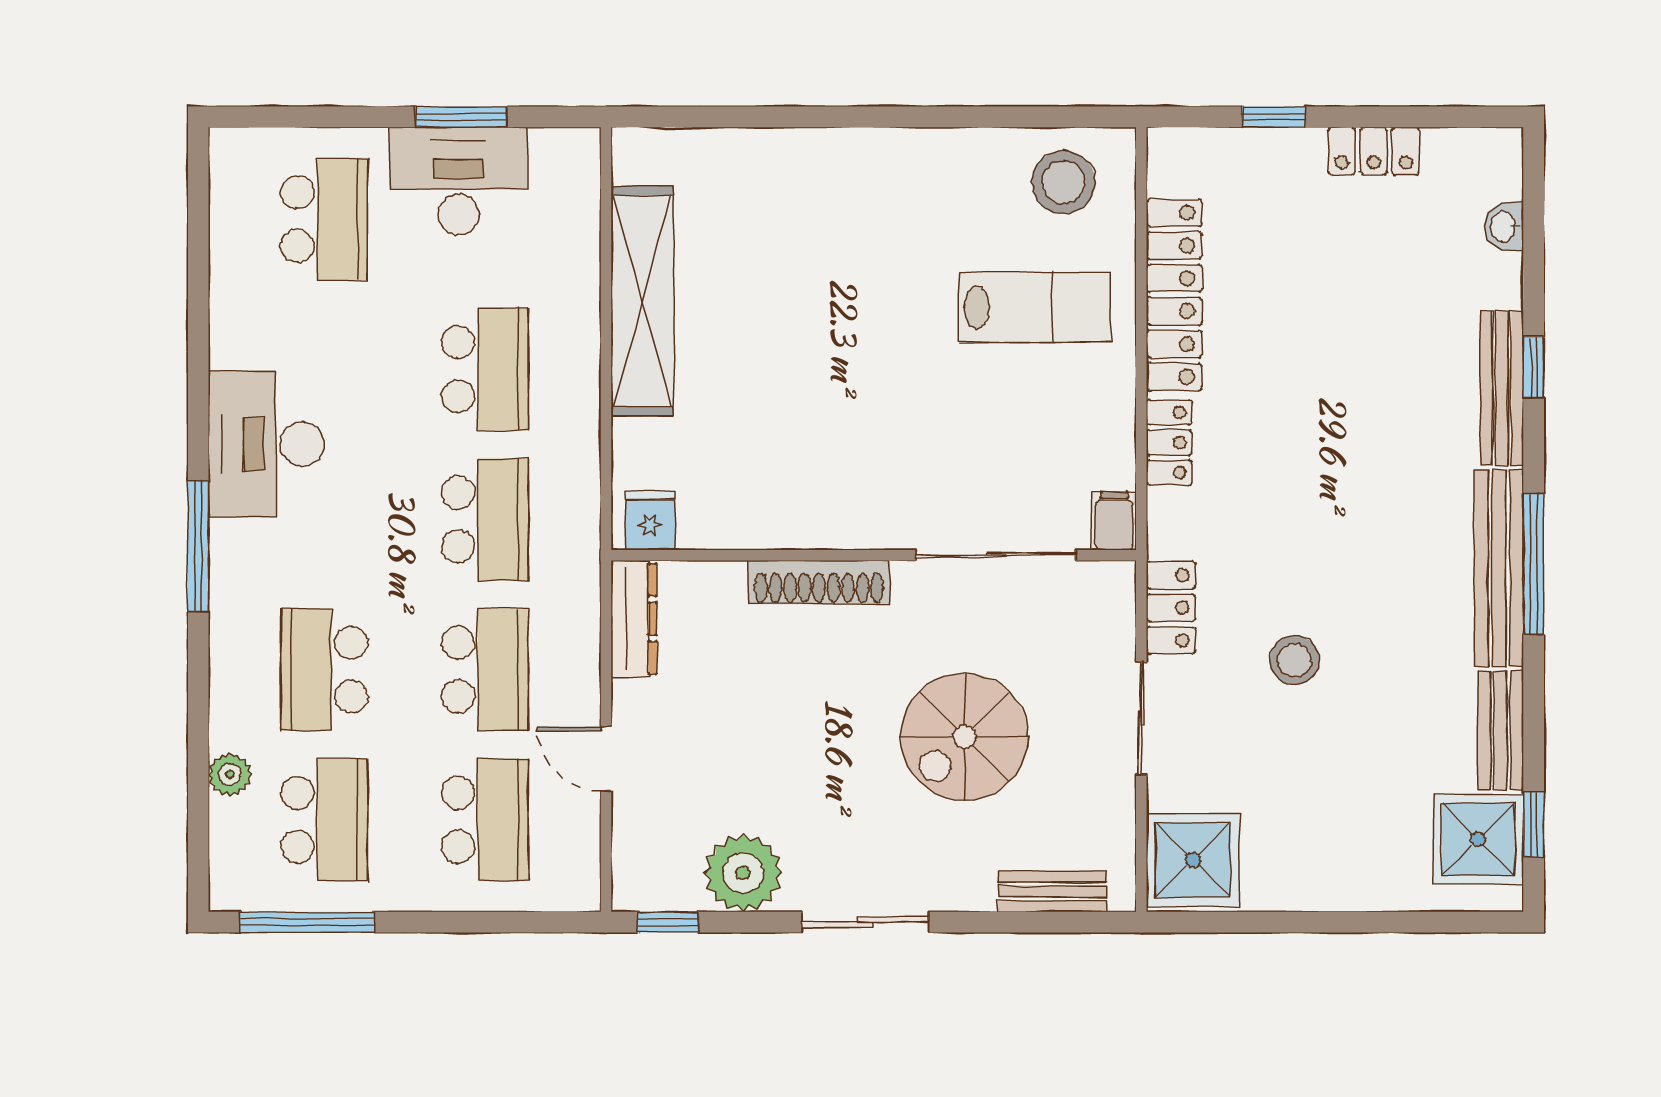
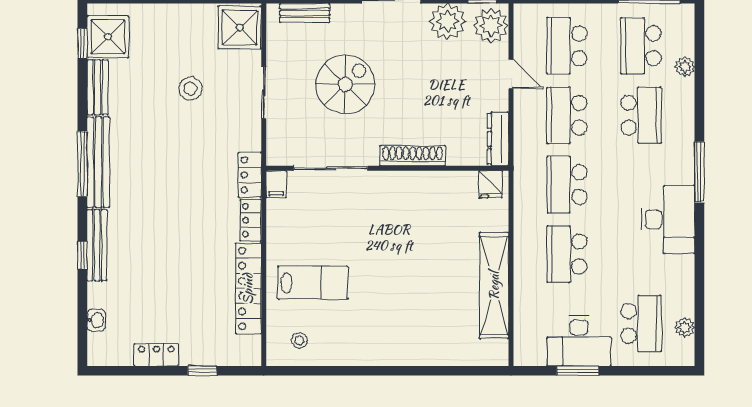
stool: (1064, 182) -> (299, 341), width x0.53, depth x0.53
plant: (230, 211) -> (685, 327), added
school desk: (324, 219) -> (641, 323), turned 180
lab bench: (1034, 307) -> (313, 283), turned 180
locker: (1171, 608) -> (250, 175), moved
stool: (1295, 660) -> (190, 89), moved
plant: (649, 864) -> (491, 26), added

